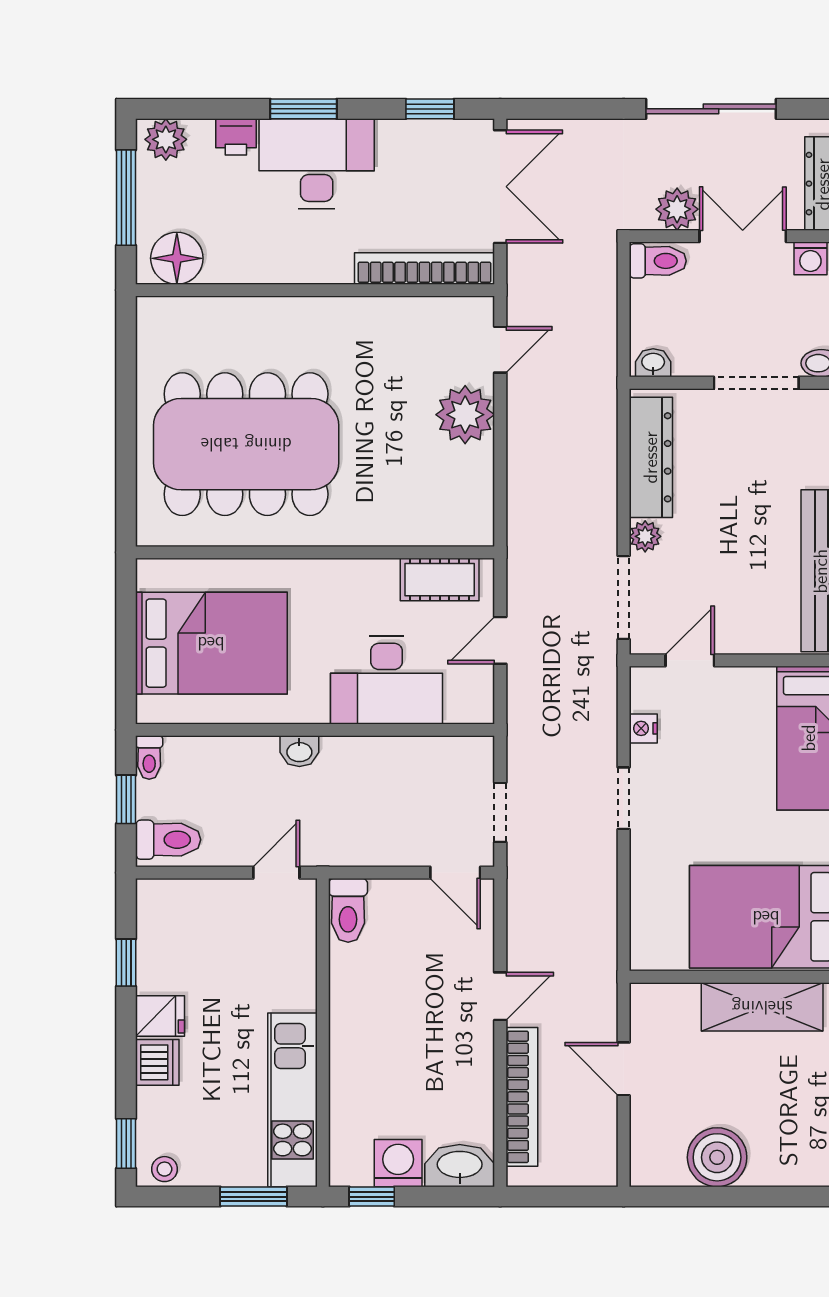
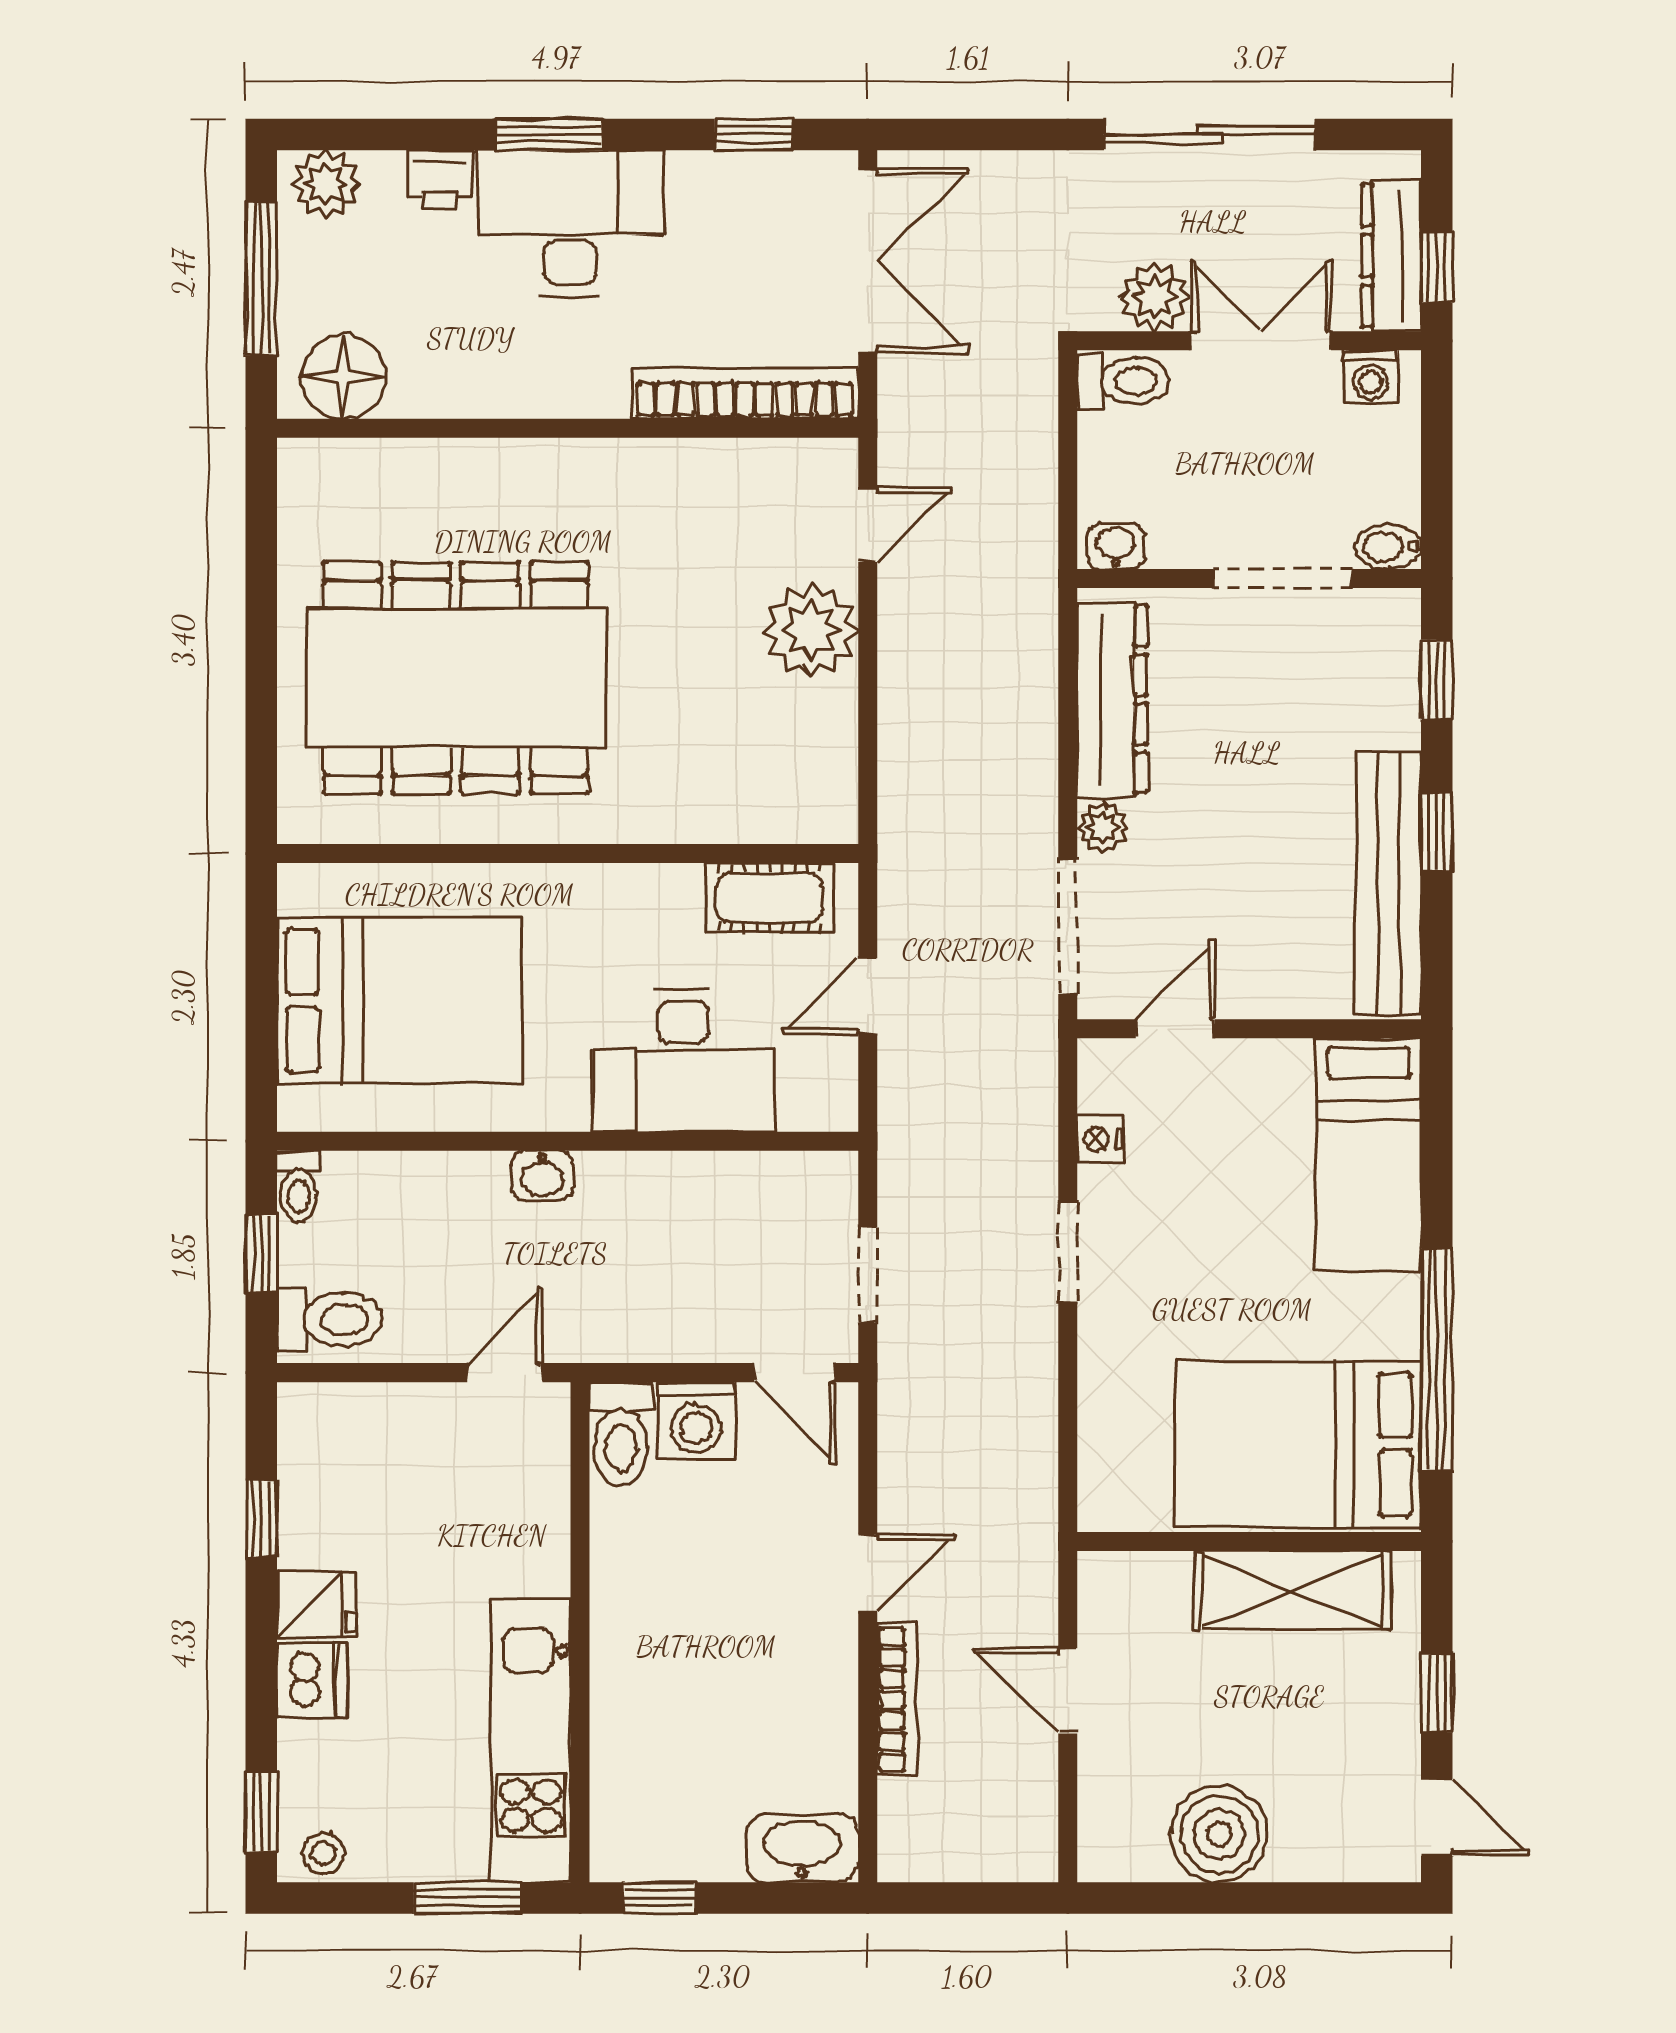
bookcase: (522, 1097) -> (897, 1700), width x0.68, depth x0.76
washing machine: (398, 1163) -> (696, 1420), moved, turned 180

